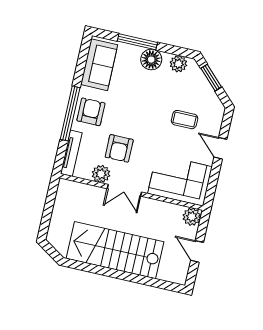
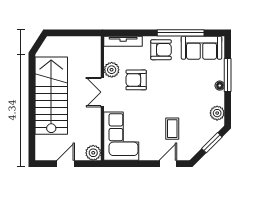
floor lamp: (151, 60) -> (220, 86), width x0.53, depth x0.53
window: (70, 113) -> (181, 33), moved
door: (220, 148) -> (168, 164), moved

